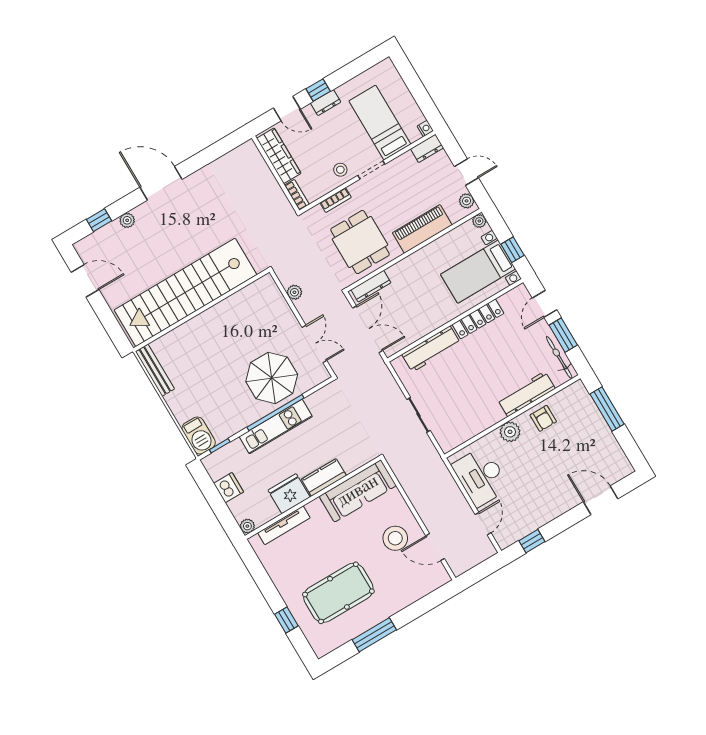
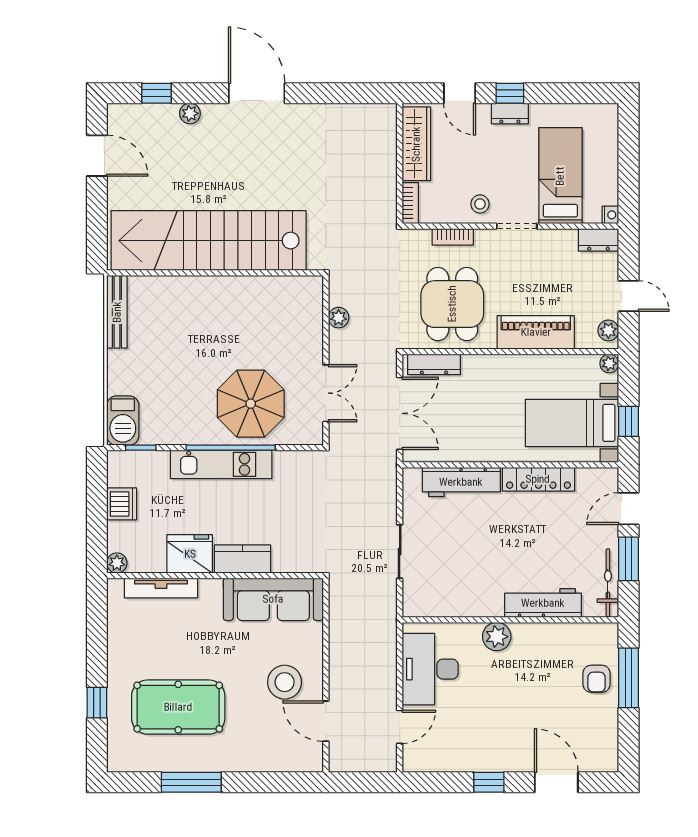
armchair: (543, 418) -> (596, 679), moved
window: (532, 541) -> (489, 782), moved

